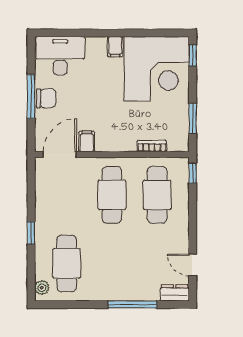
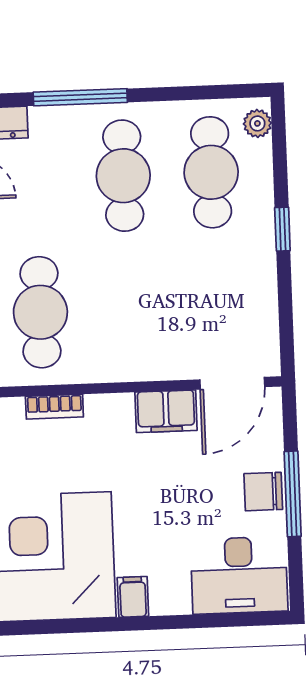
filing cabinet: (87, 141) -> (166, 411), width x2.00
cafe table: (112, 195) -> (123, 176), moved

